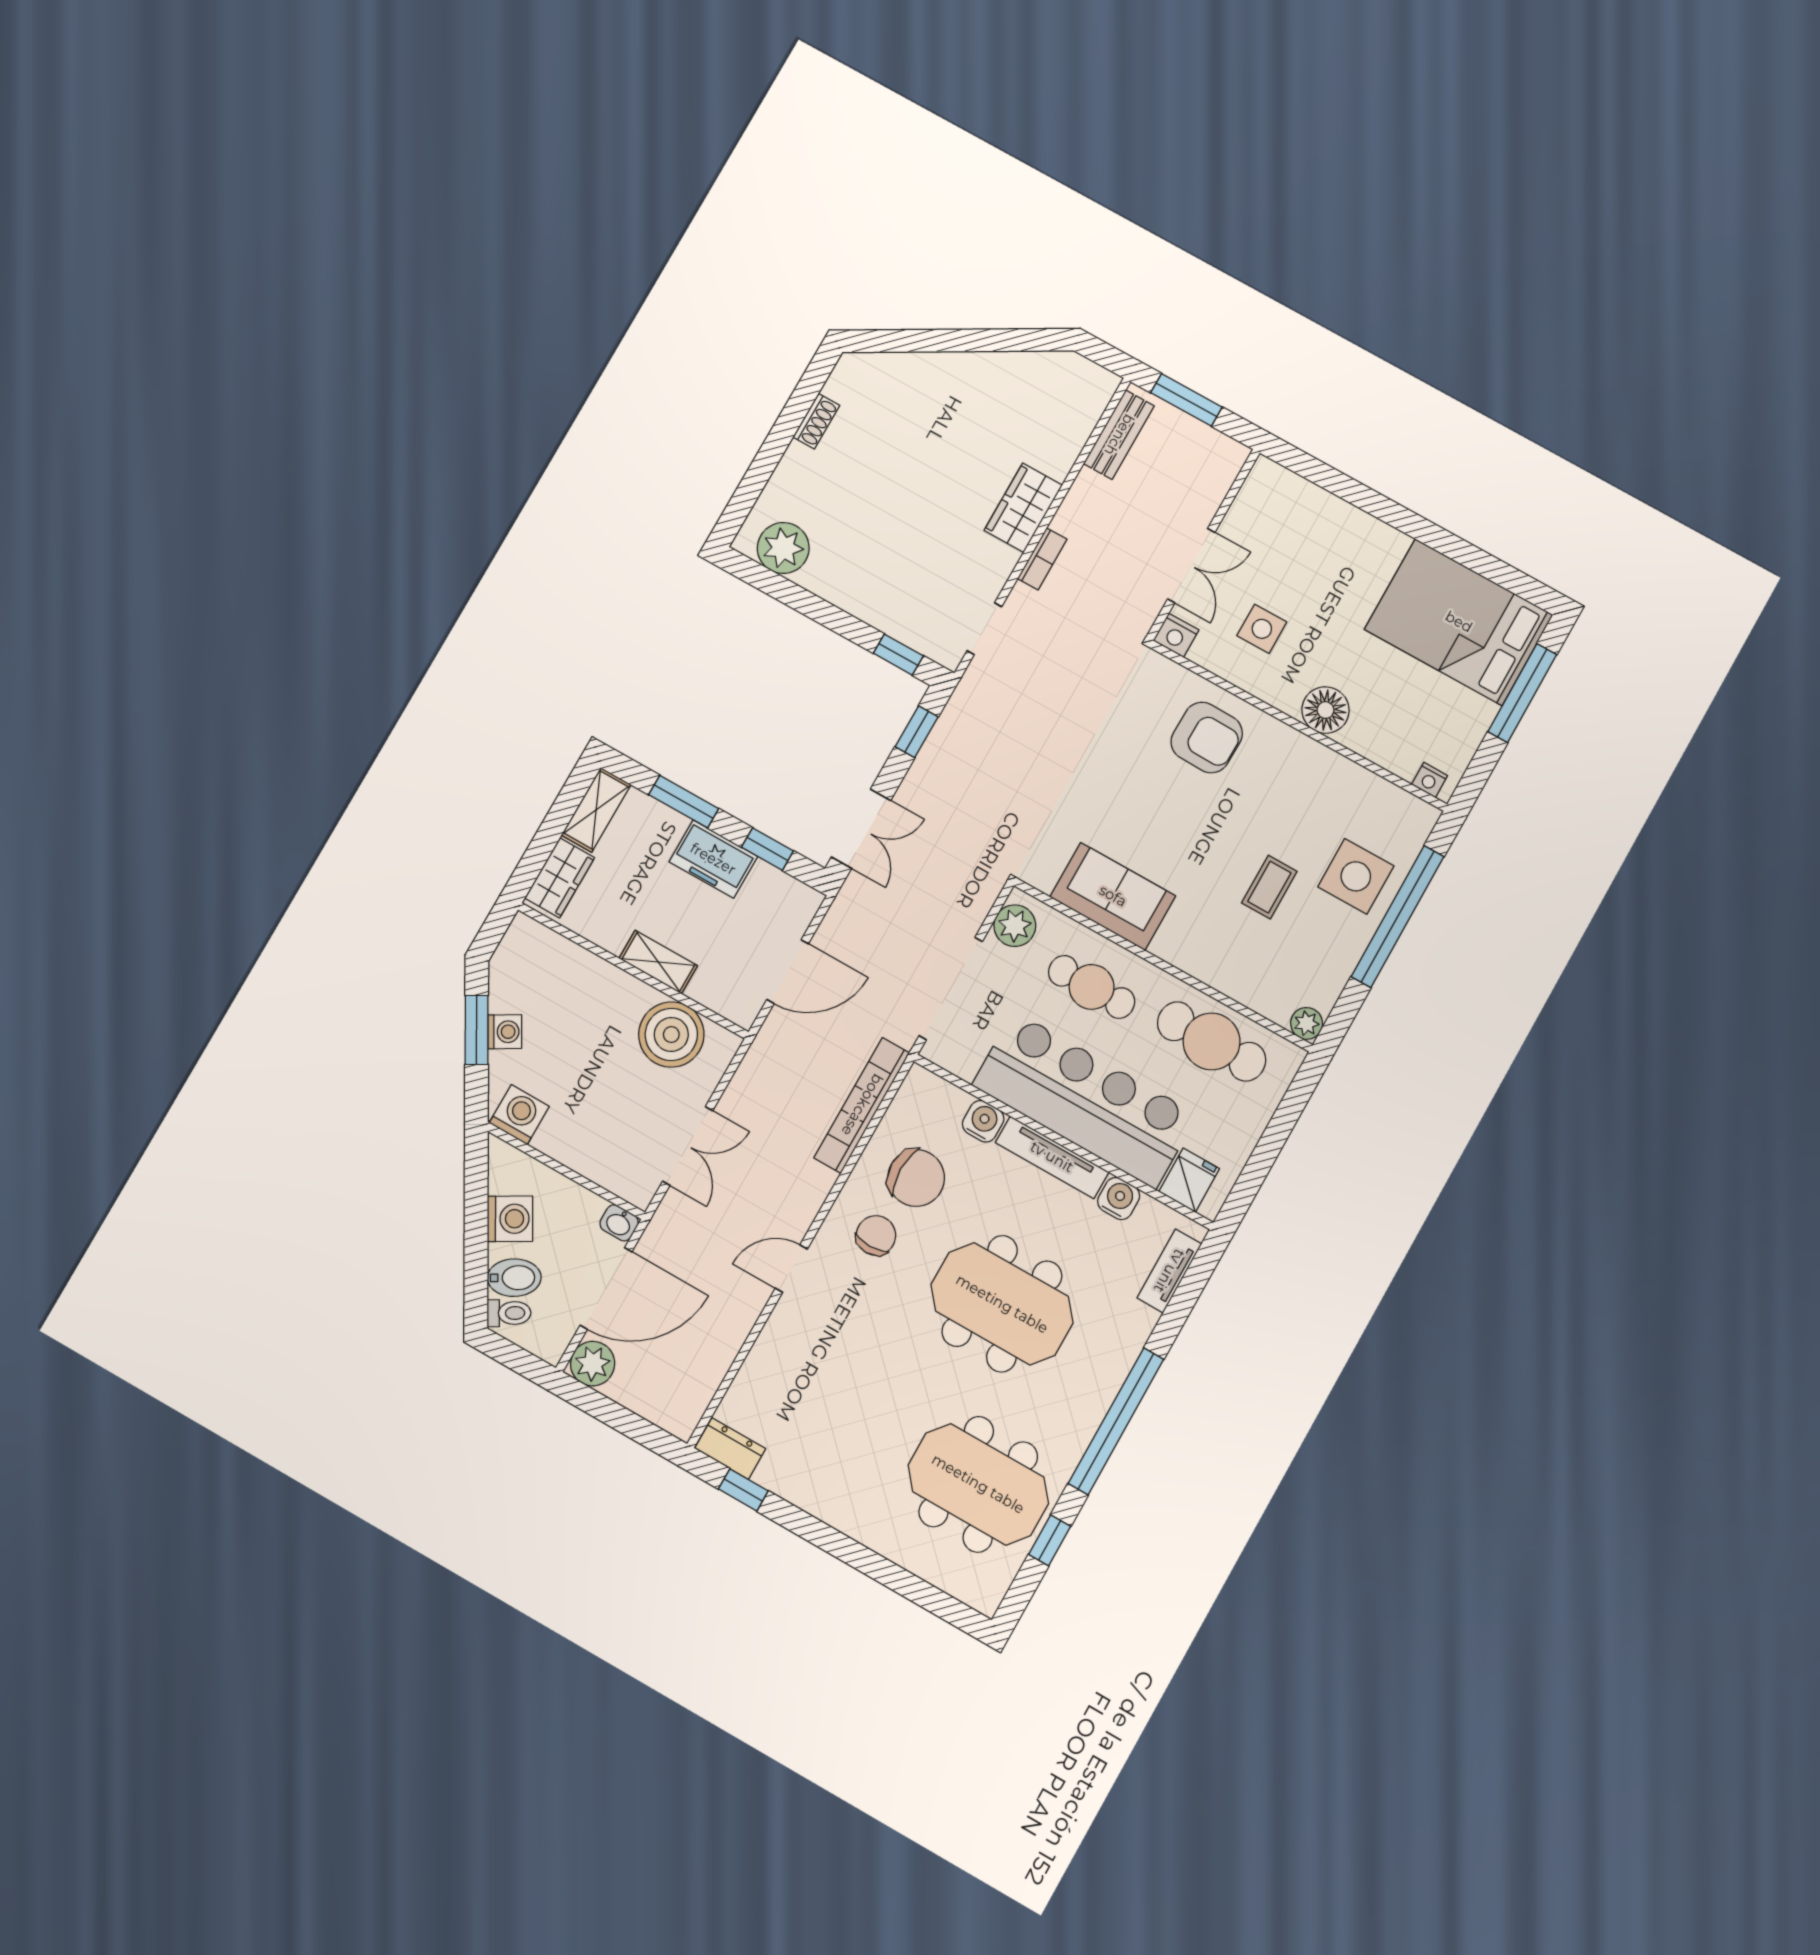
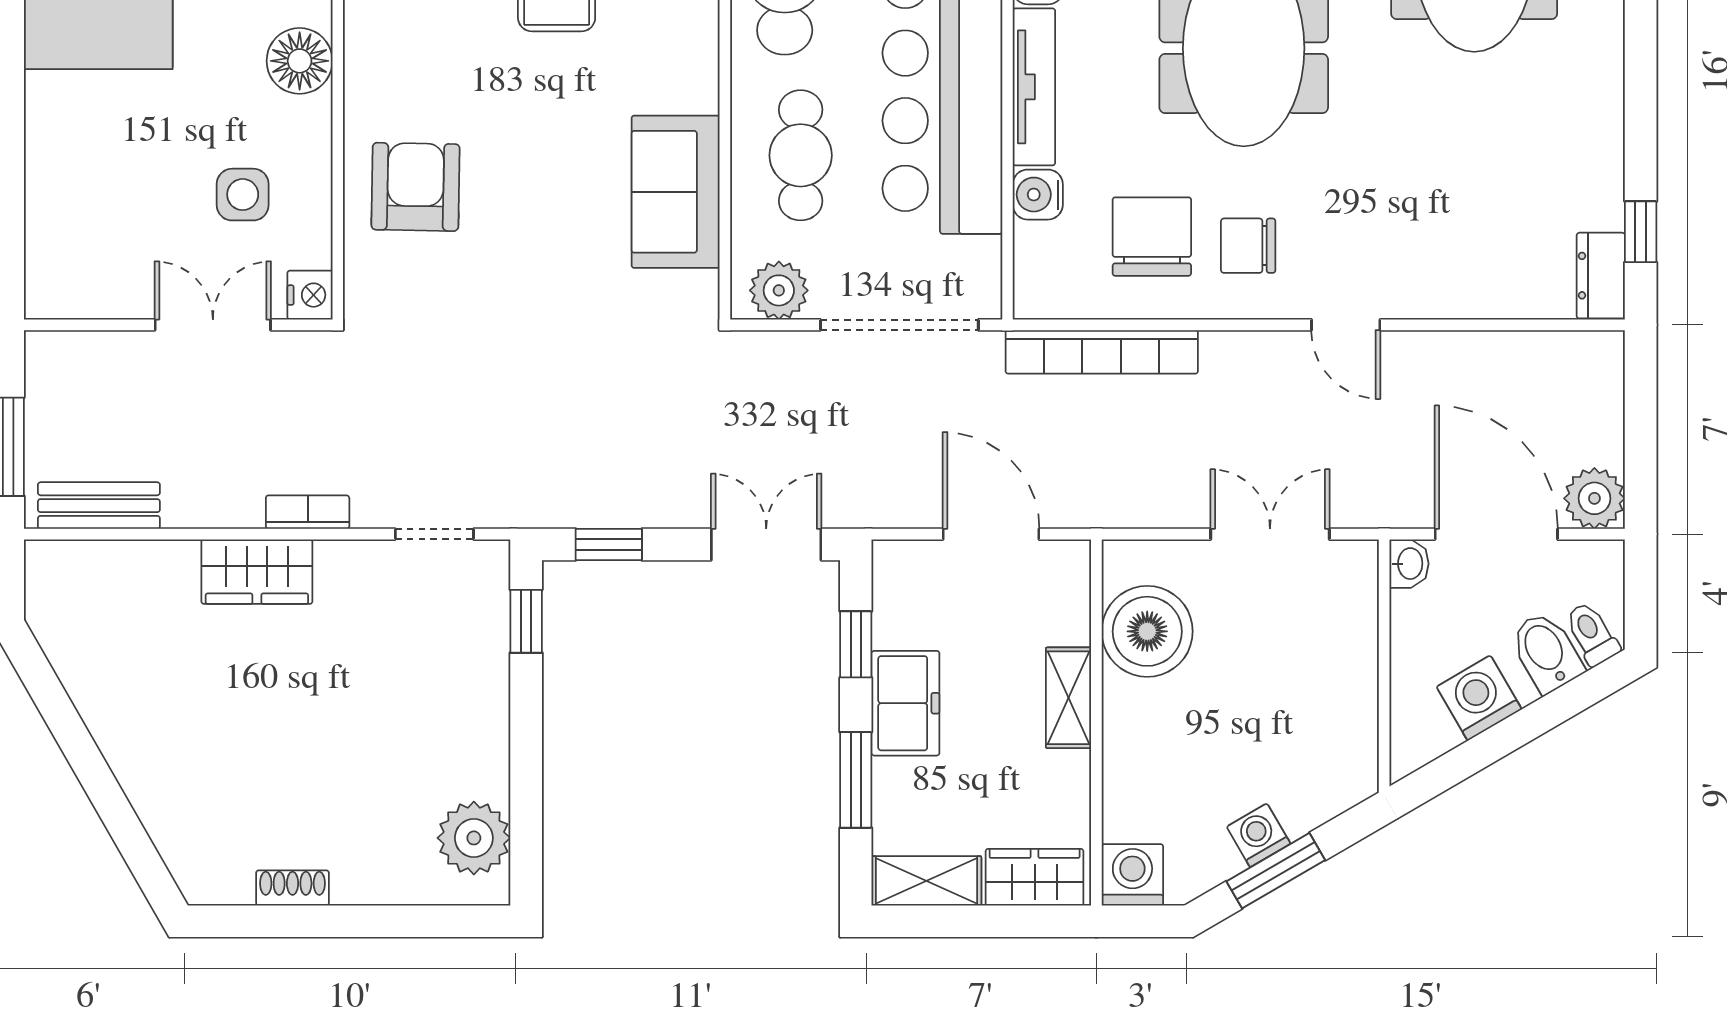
washing machine: (519, 1115) -> (1132, 875), moved, turned 90

